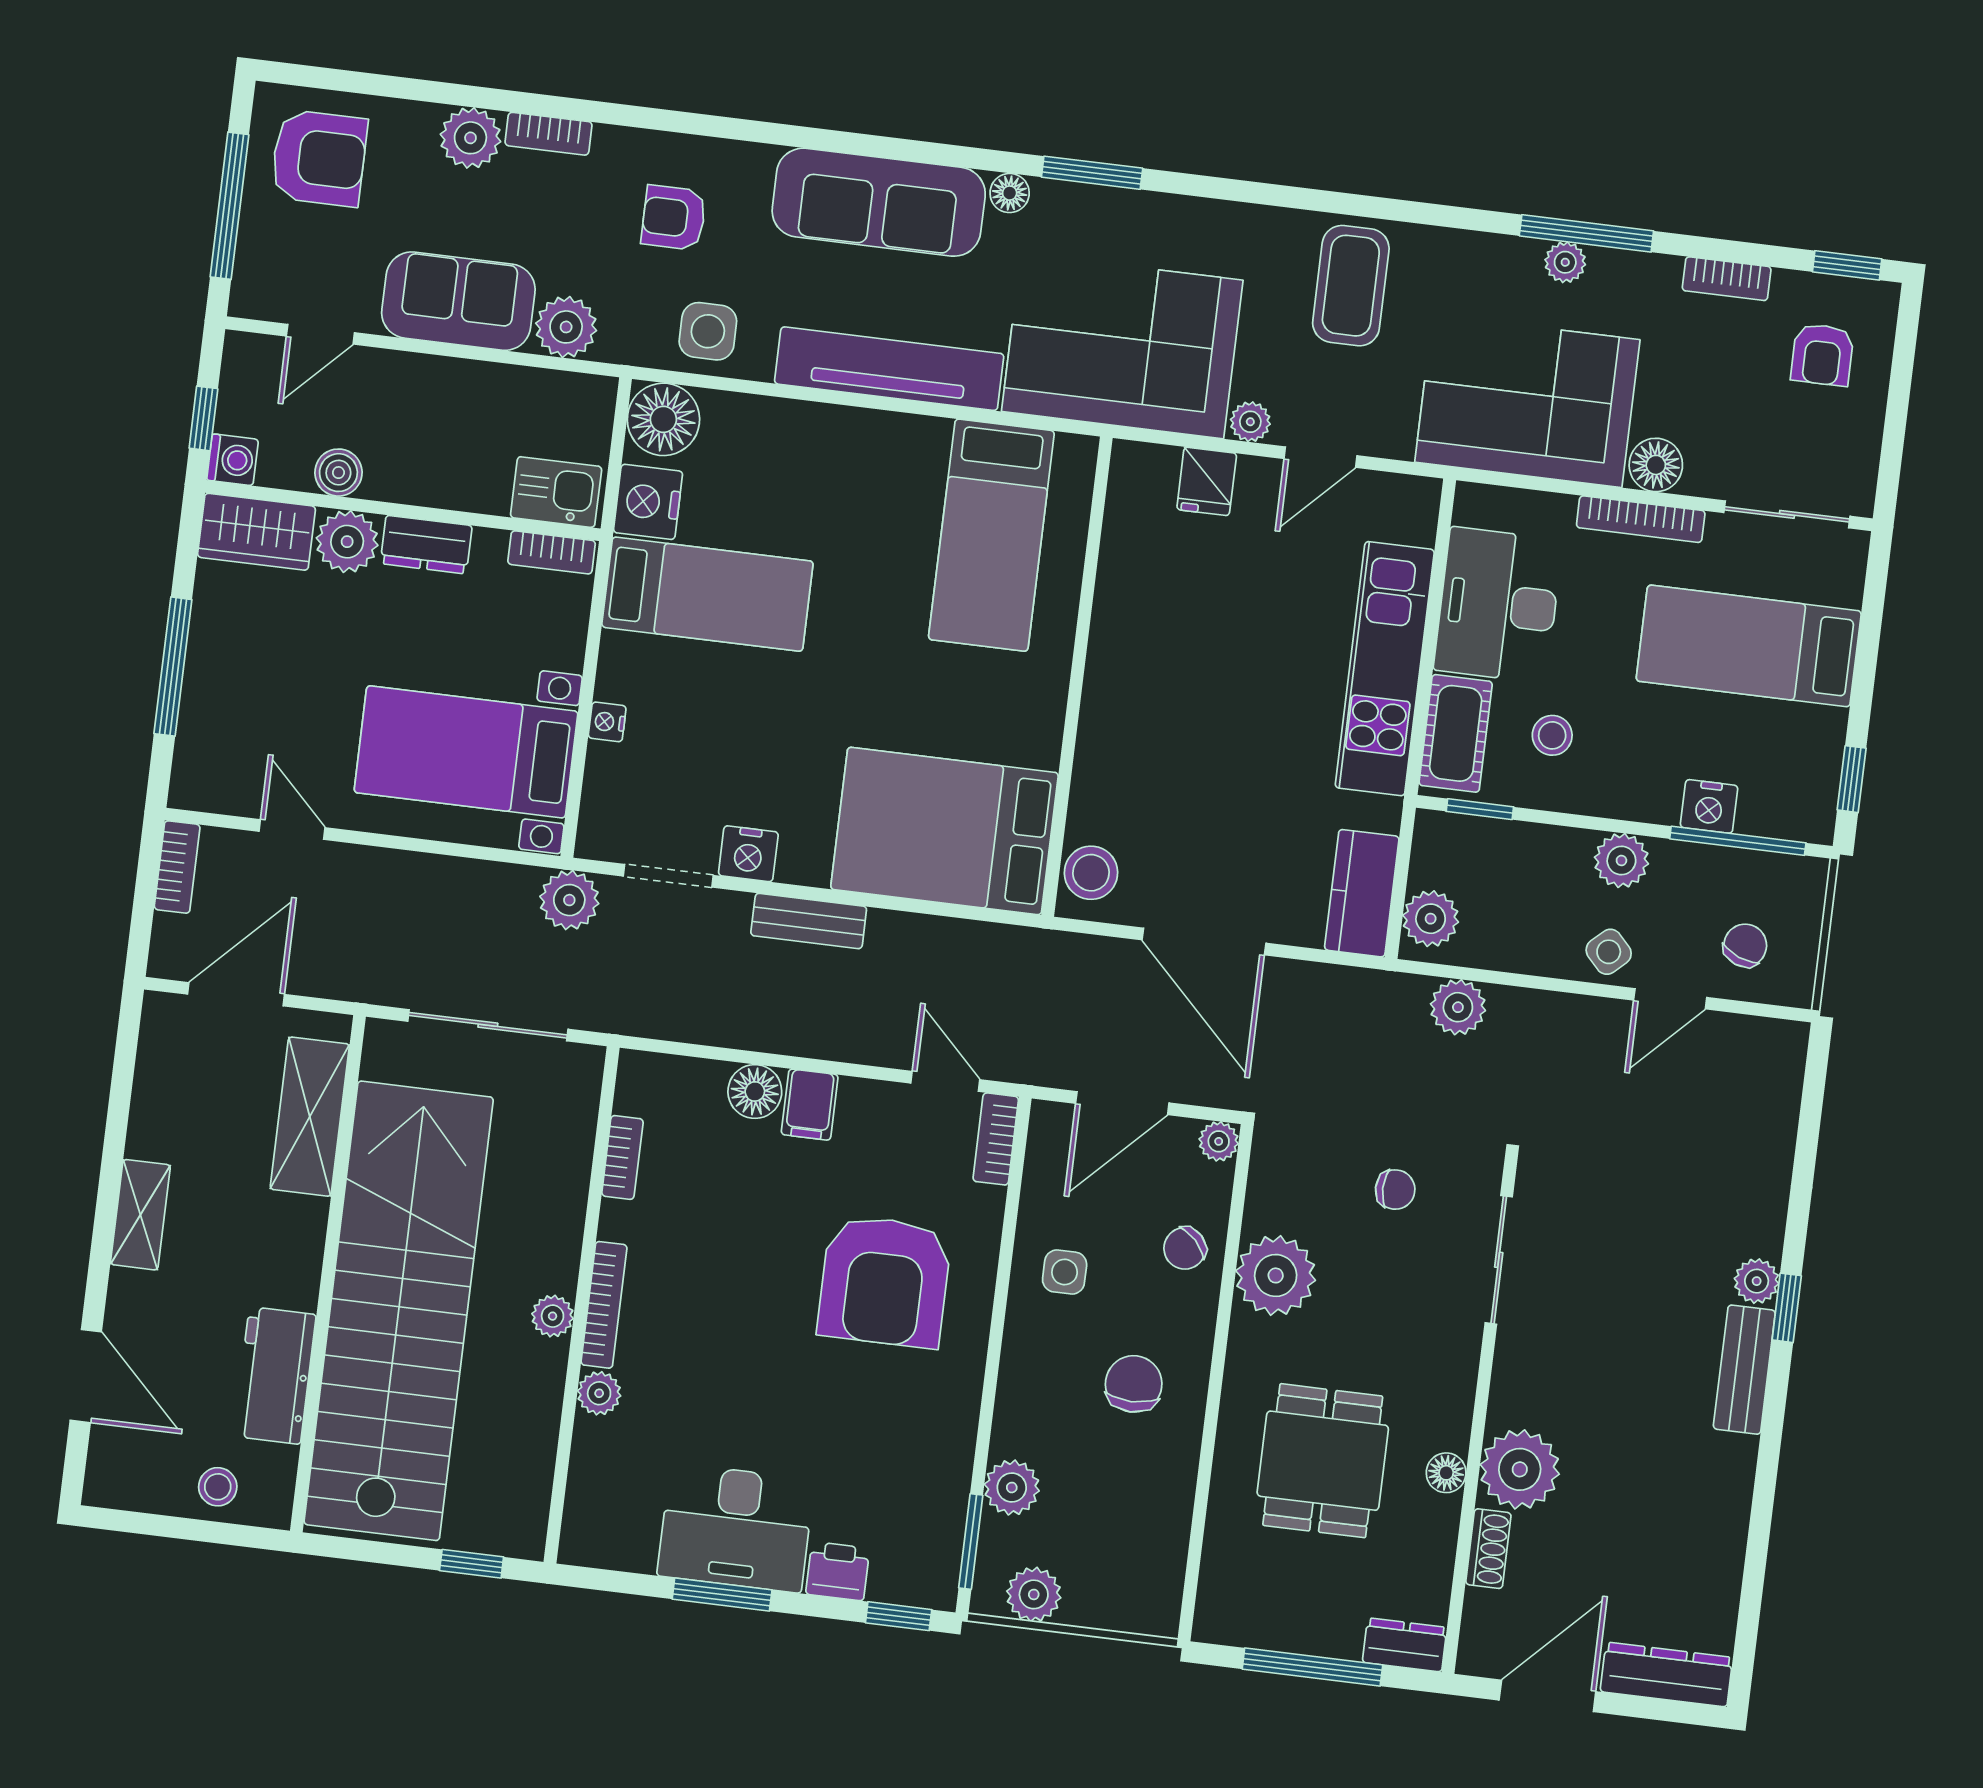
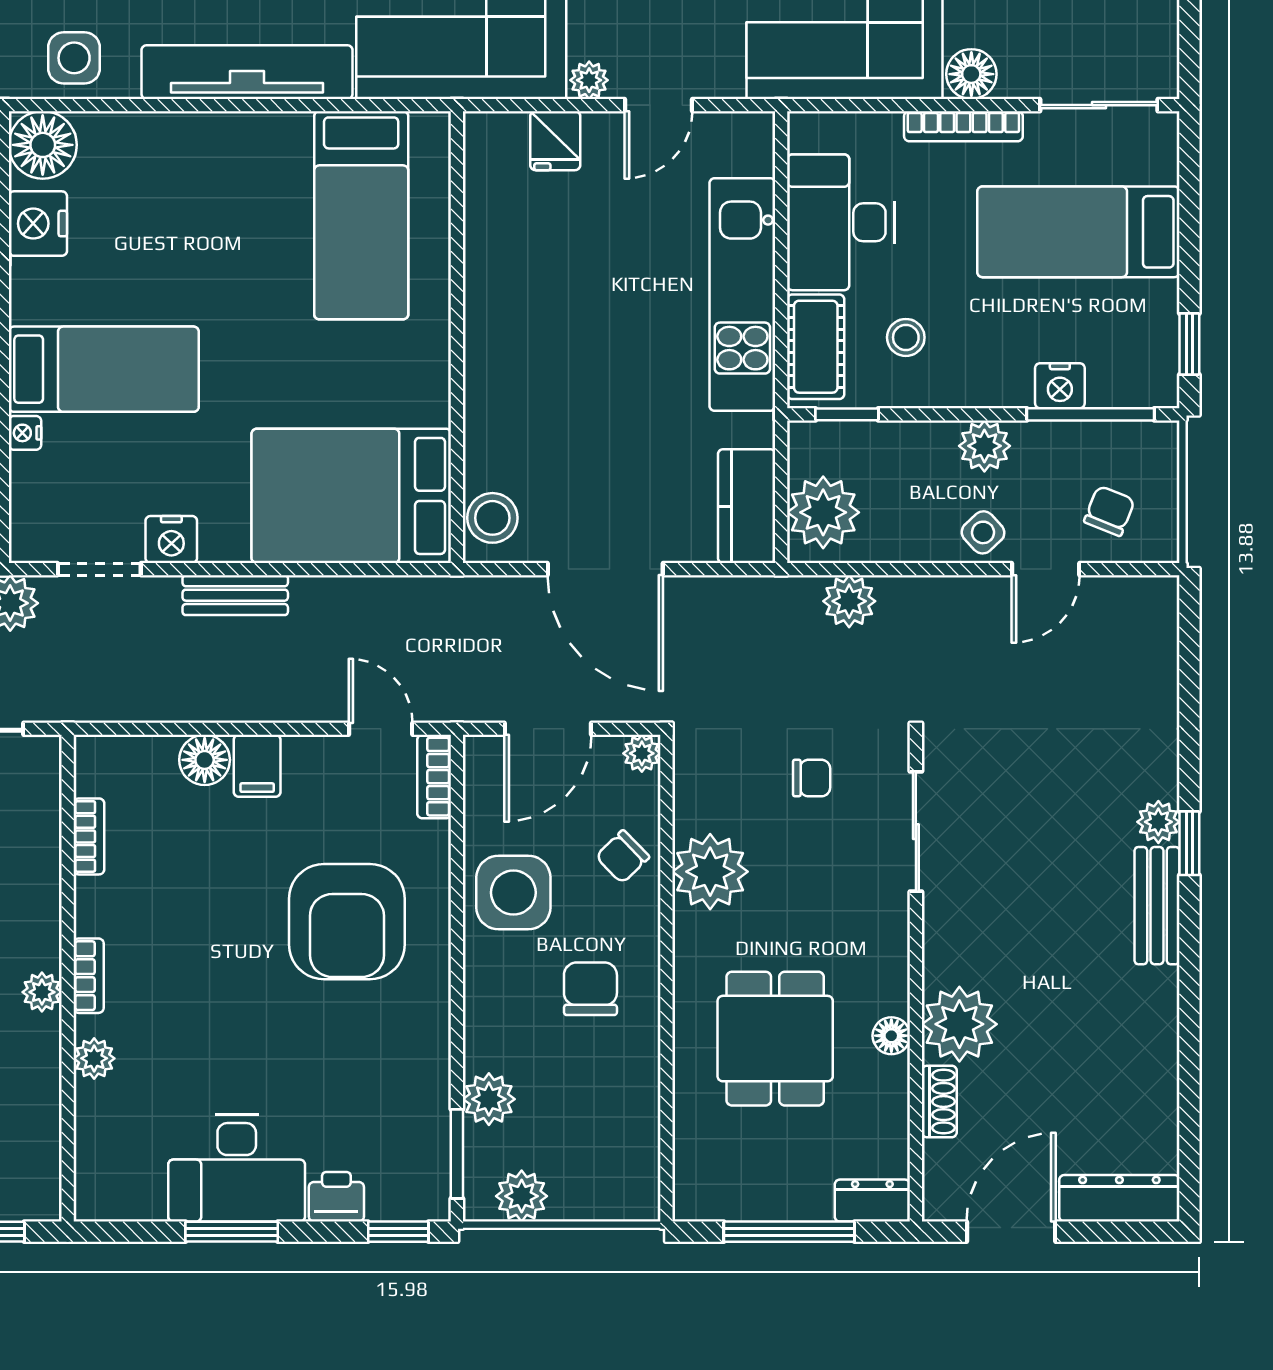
bed: (707, 594) -> (104, 369), moved
plant: (1431, 919) -> (823, 512), width x1.36, depth x1.36
side table: (1065, 1272) -> (513, 893), width x1.87, depth x1.87
bookcase: (604, 1305) -> (89, 976), width x0.64

